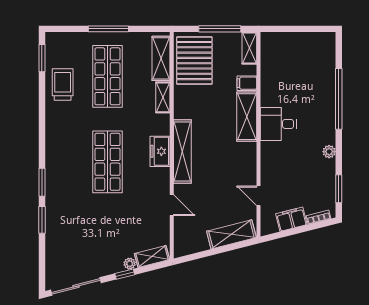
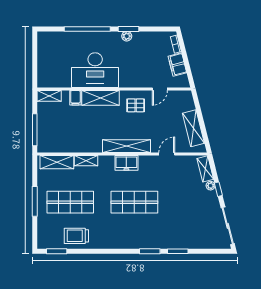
window: (220, 29) -> (35, 130), moved
pallet: (194, 61) -> (136, 105), moved, width x0.49, depth x0.50
desk: (278, 124) -> (95, 70), width x1.87, depth x1.30
window: (339, 189) -> (128, 29), moved
shelving: (231, 234) -> (193, 128), moved

